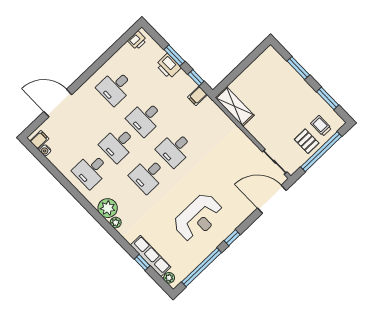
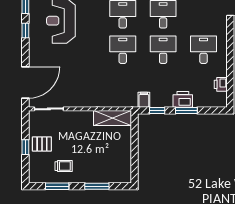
printer: (137, 40) -> (221, 84), moved
trolley: (321, 126) -> (64, 166), moved
window: (321, 152) -> (25, 147), width x0.32

